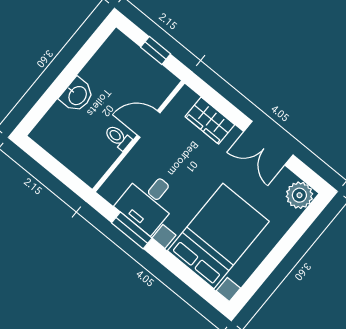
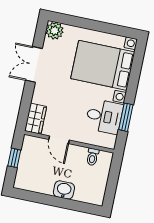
wardrobe: (210, 121) -> (36, 119), moved
toilet: (118, 137) -> (92, 157), moved
double door: (268, 143) -> (34, 64), swing flipped

